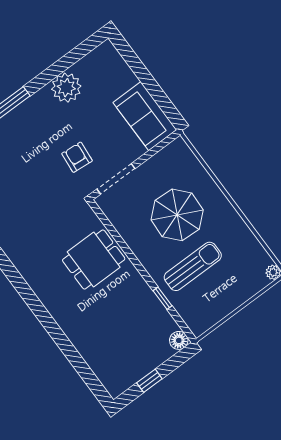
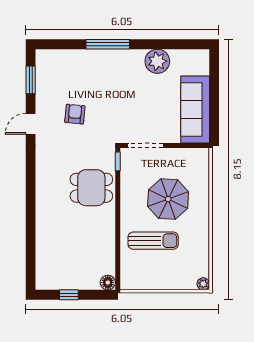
sofa: (145, 116) -> (195, 109), width x1.36
armchair: (77, 157) -> (75, 114), moved
window: (162, 298) -> (118, 161), moved

